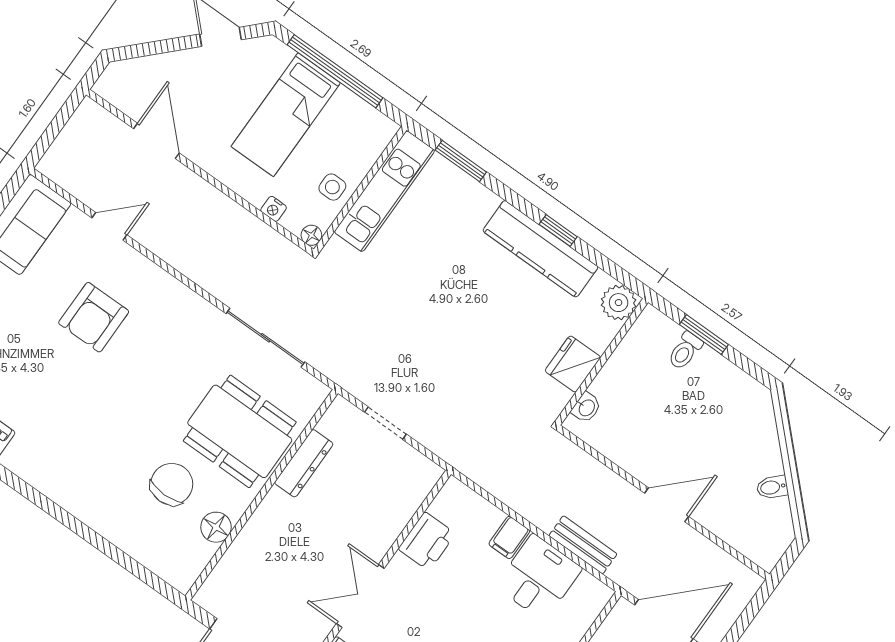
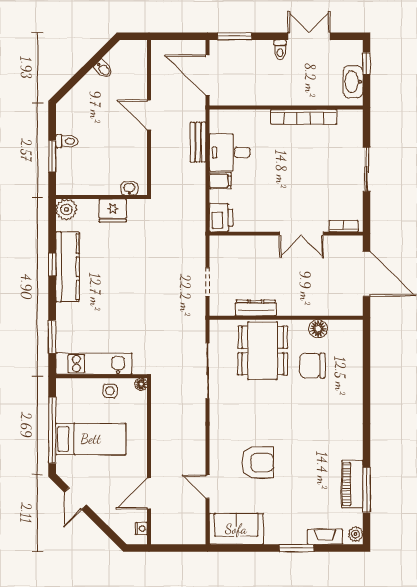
nightstand: (274, 209) -> (141, 529), moved
toilet: (685, 351) -> (67, 141), moved
printer: (427, 541) -> (221, 218), moved, turned 90

